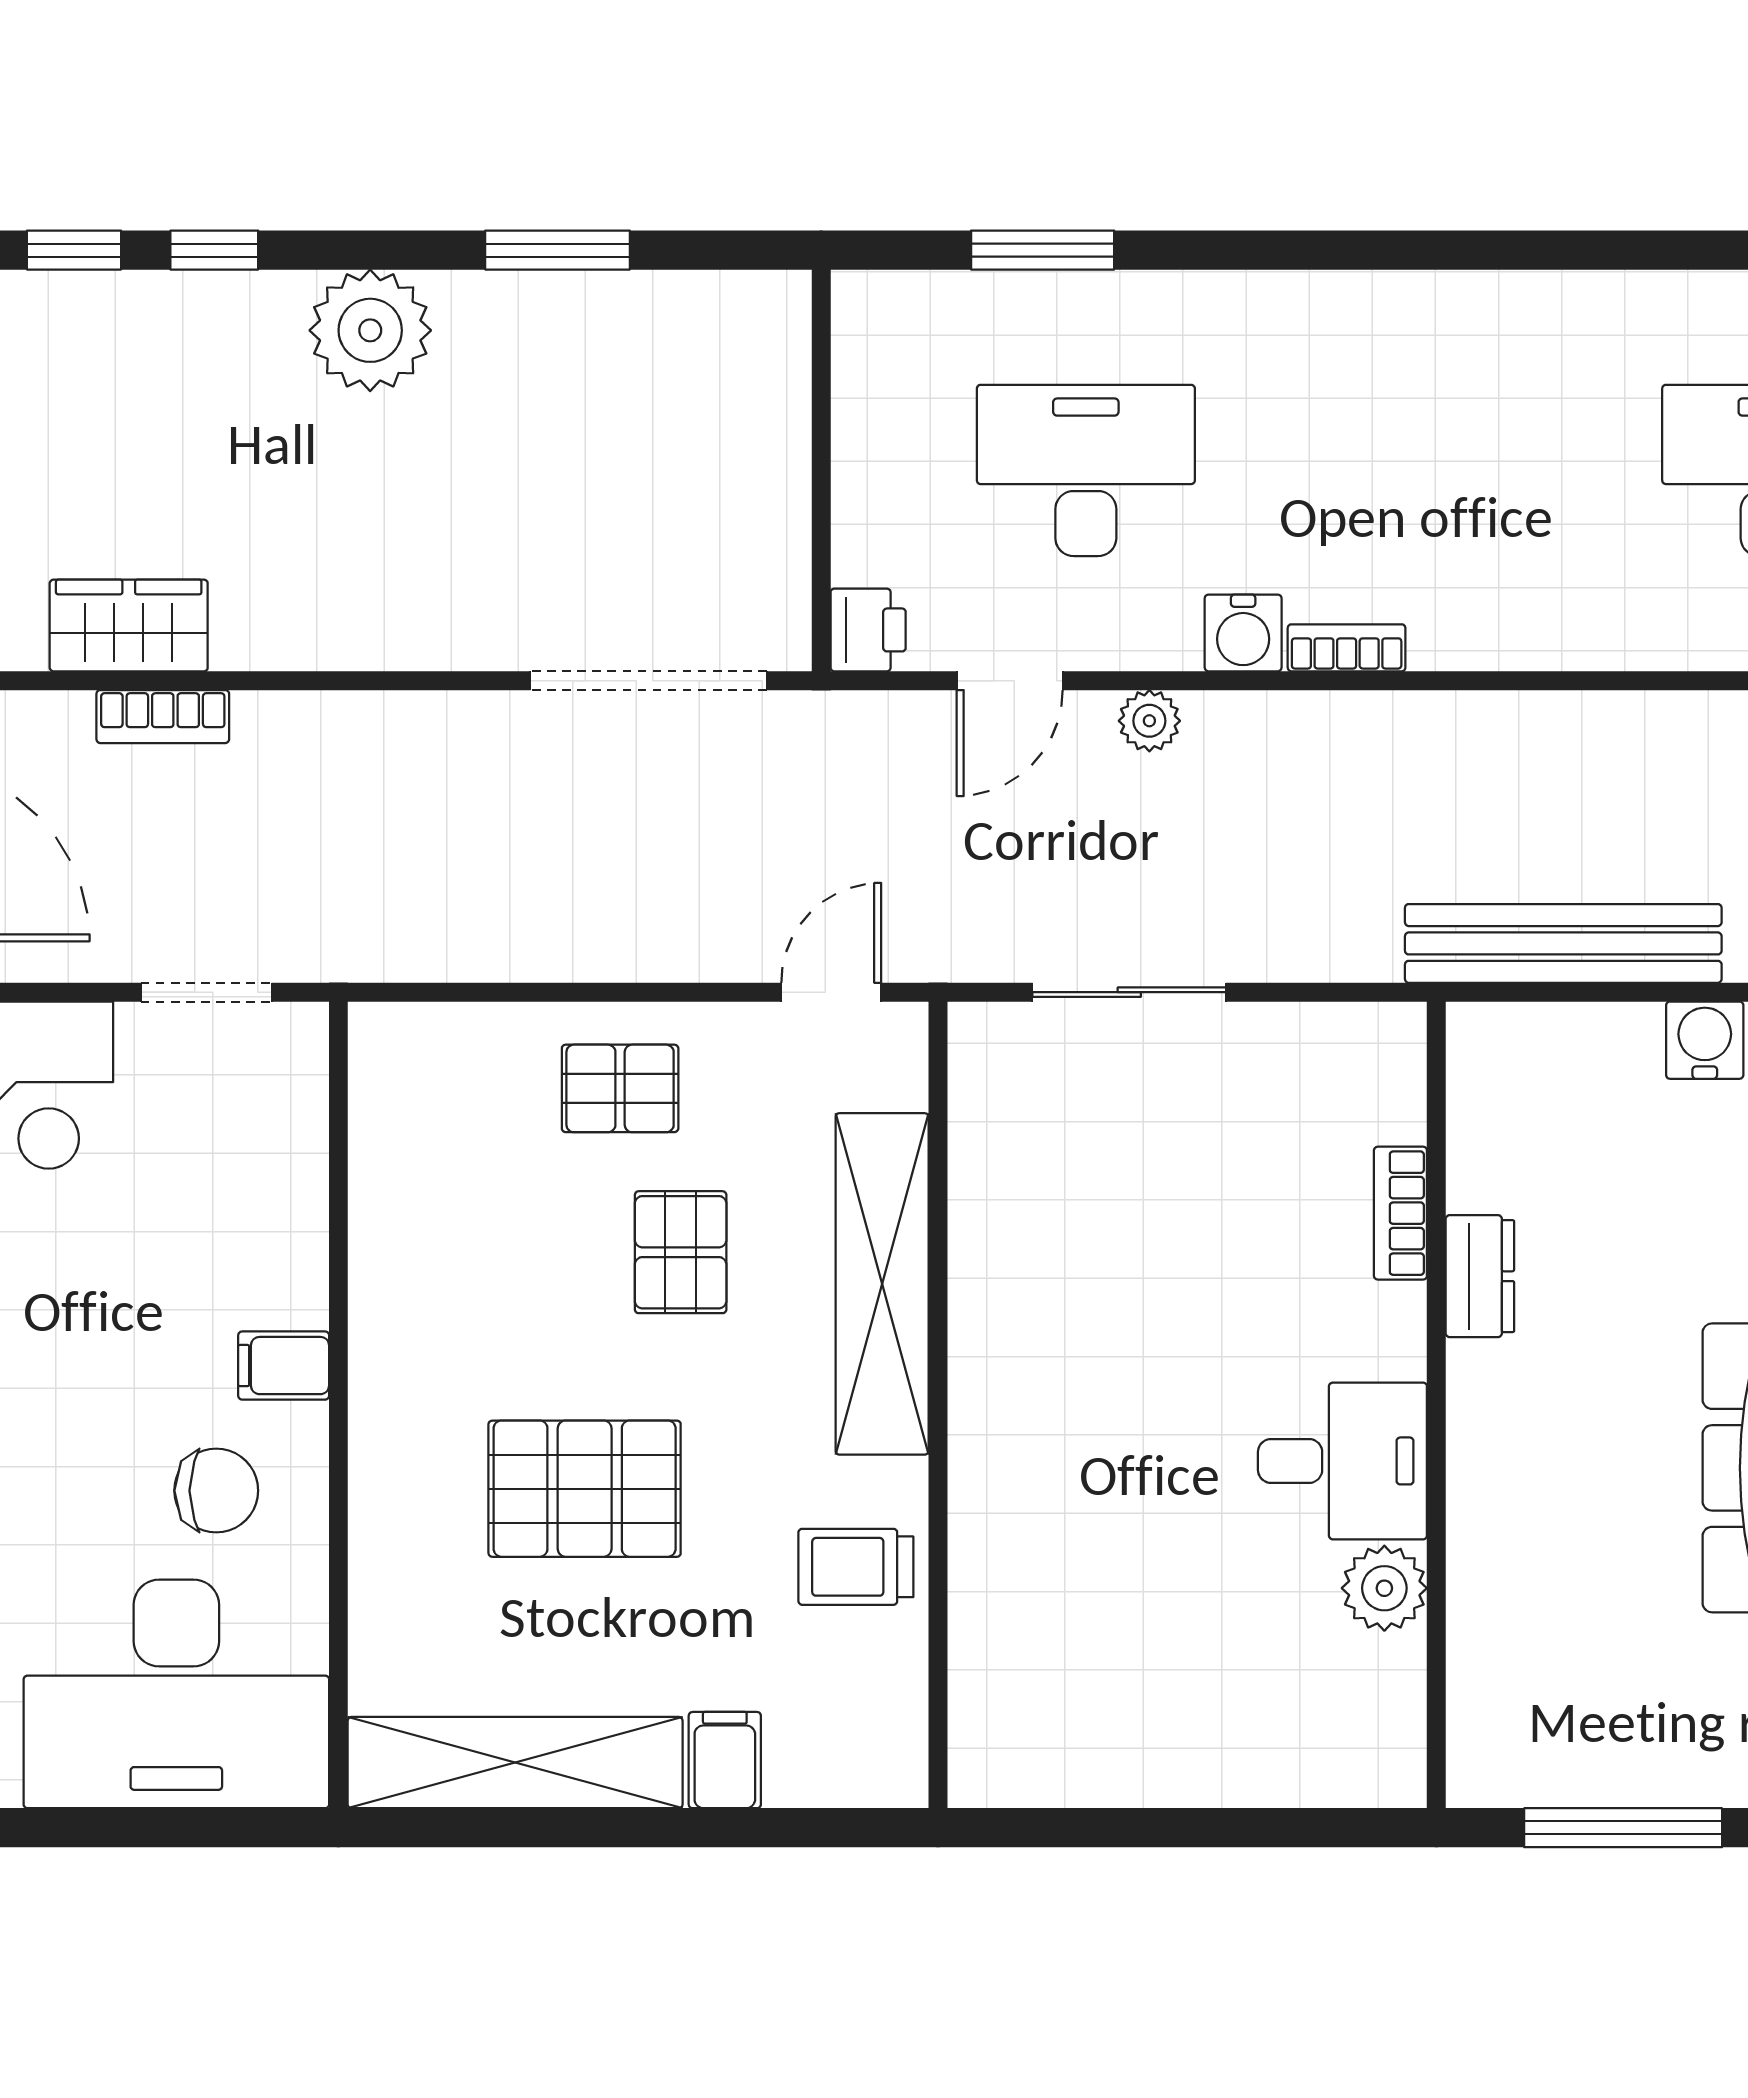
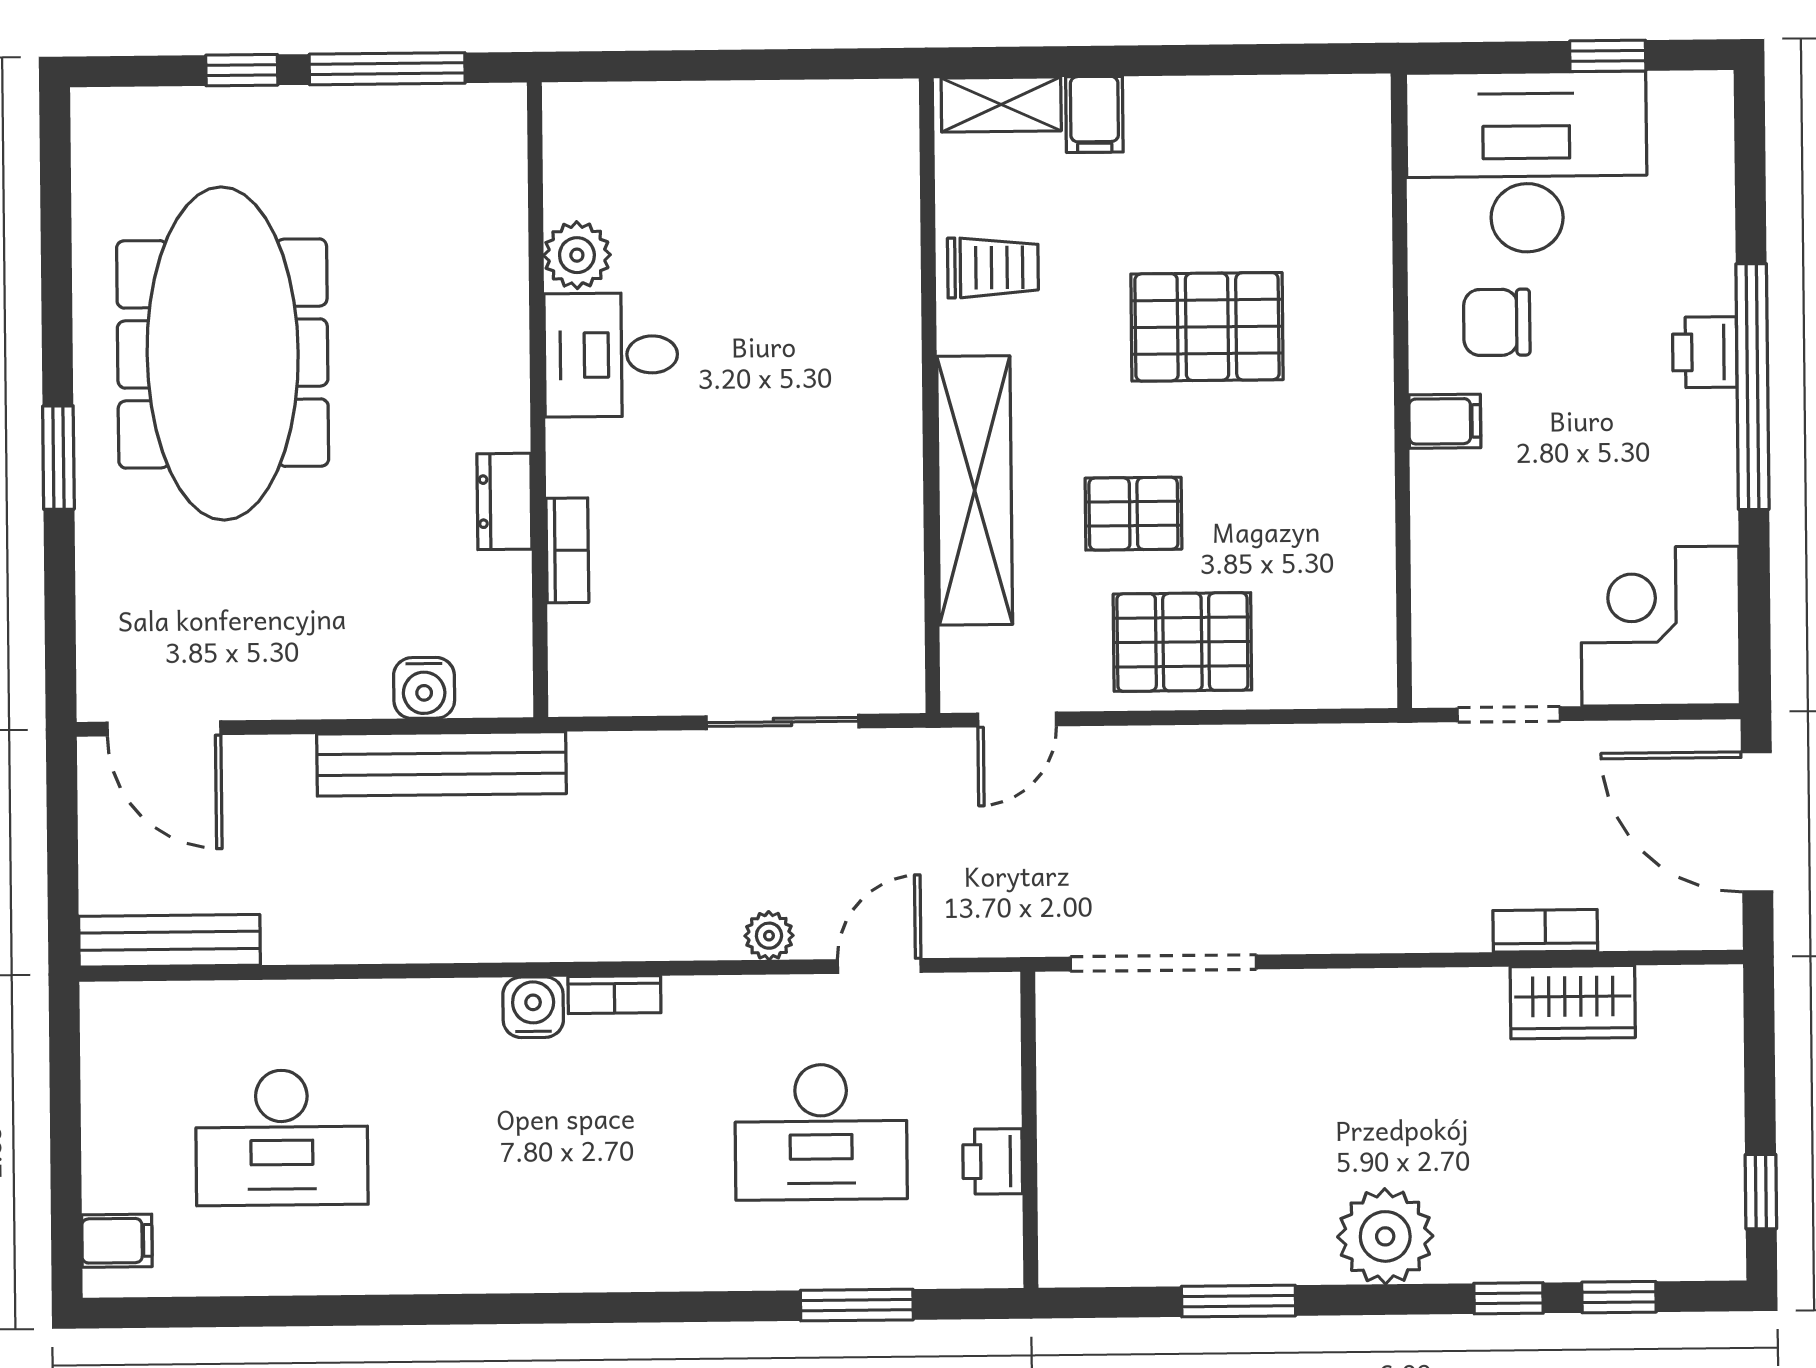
printer: (868, 630) -> (993, 1161), moved
water cooler: (1243, 633) -> (533, 1007), moved
water cooler: (1705, 1040) -> (424, 688), moved
pallet: (620, 1088) -> (1182, 642), width x1.50, depth x1.42
pallet: (681, 1252) -> (1133, 514), turned 90
shelving: (515, 1763) -> (1001, 104), moved, width x0.45, depth x0.75
window: (72, 1828) -> (1608, 56), added

